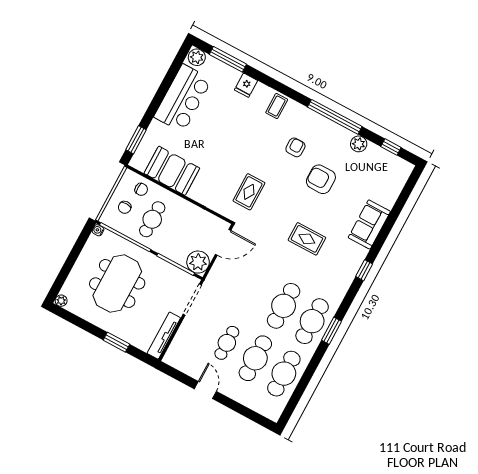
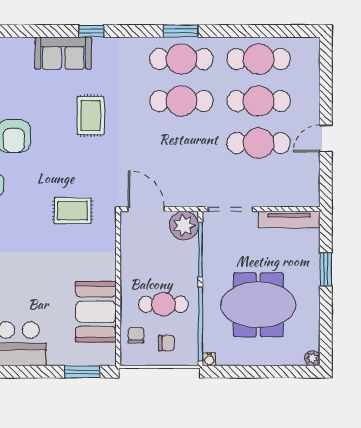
sofa: (369, 224) -> (63, 53), moved
cafe table: (227, 343) -> (259, 143), width x1.37, depth x1.35

